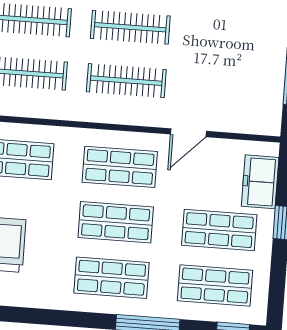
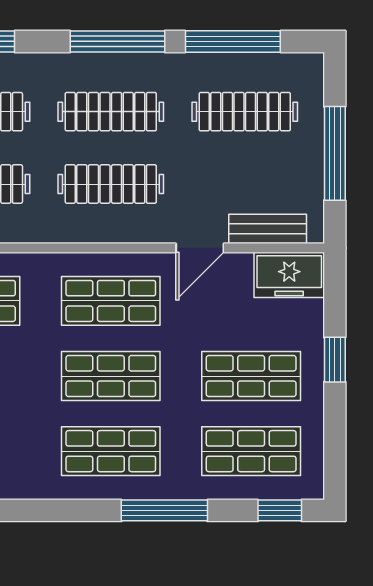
clothes rail: (229, 35) -> (245, 112), added
bench: (240, 122) -> (268, 229), added
freezer: (260, 182) -> (289, 275), moved, turned -90

